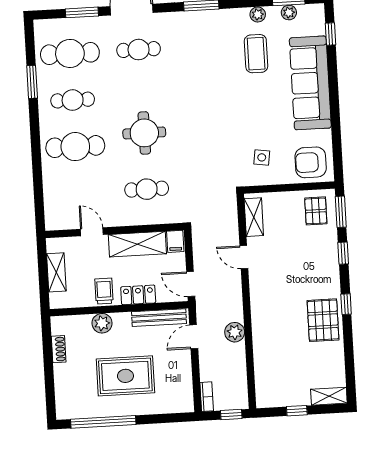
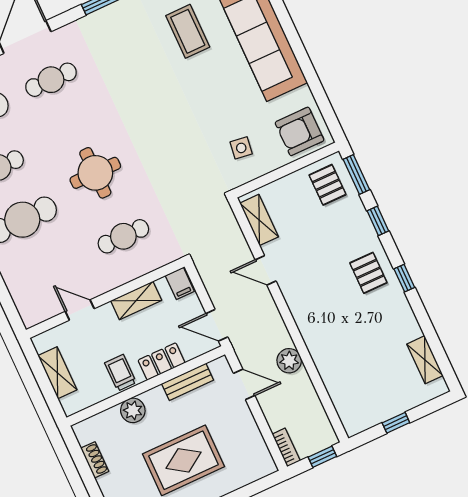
shelving: (137, 244) -> (136, 301), width x0.67, depth x0.75
bench: (159, 318) -> (188, 382), width x0.73
pallet: (323, 320) -> (368, 273), moved, width x0.67, depth x0.71
door: (194, 337) -> (244, 384), swing flipped
shelving: (329, 396) -> (425, 360), moved, turned 90

